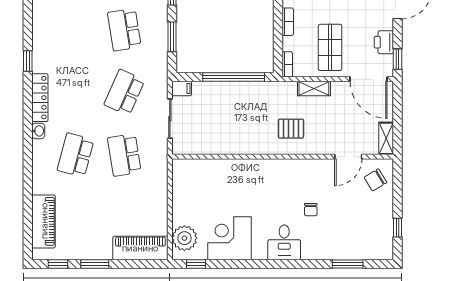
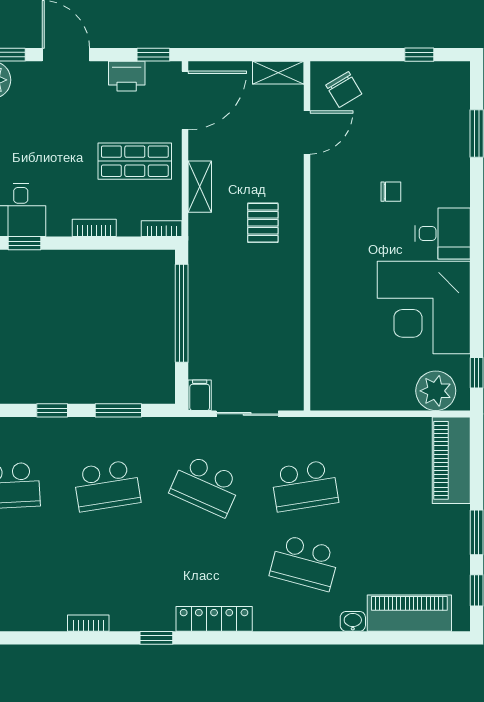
bookcase: (37, 18) -> (88, 623), added
washbasin: (38, 131) -> (353, 621), moved
door: (348, 157) -> (307, 132), hinge flipped
corner desk: (229, 238) -> (424, 308), width x1.36, depth x1.36

